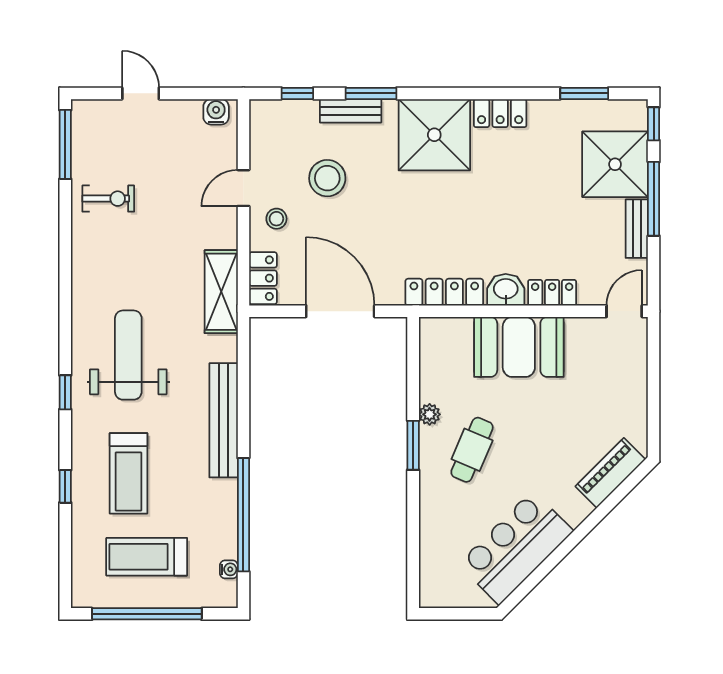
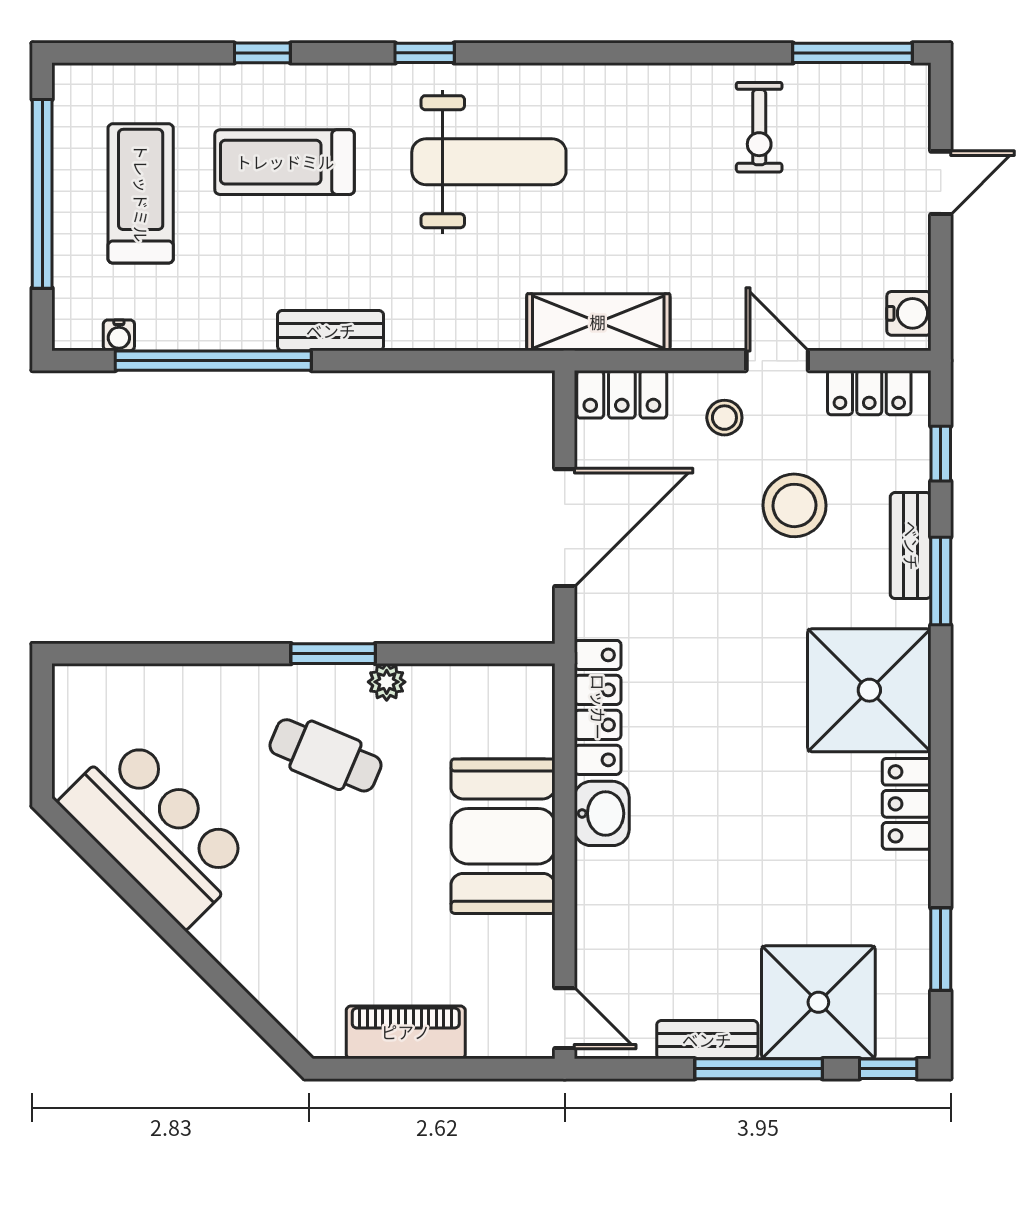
locker: (552, 293) -> (869, 393), moved, turned 90
bench: (224, 420) -> (331, 331), width x0.54, depth x0.82
piano: (610, 473) -> (406, 1032), moved, turned -45

